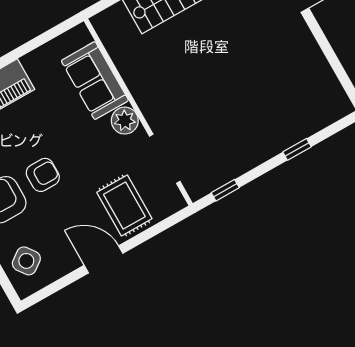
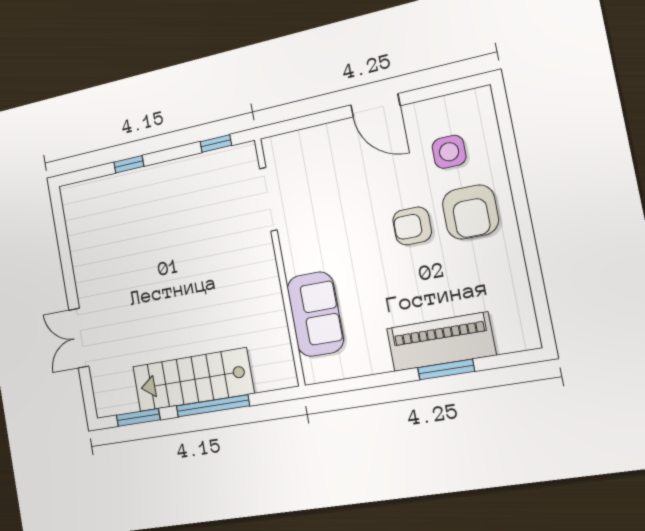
plant: (125, 121) -> (297, 257), removed
rug: (124, 206) -> (330, 161), removed
side table: (26, 261) -> (449, 152), moved, turned 36

